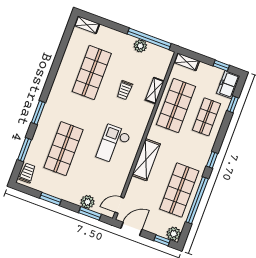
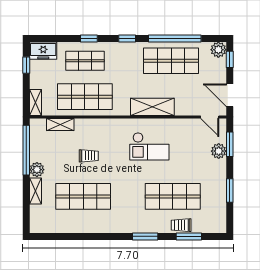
shelving: (87, 25) -> (36, 191), moved
plant: (140, 46) -> (37, 170), moved
shelving: (155, 91) -> (60, 124), moved
window: (233, 104) -> (89, 38), moved
trolley: (27, 173) -> (181, 225), moved

